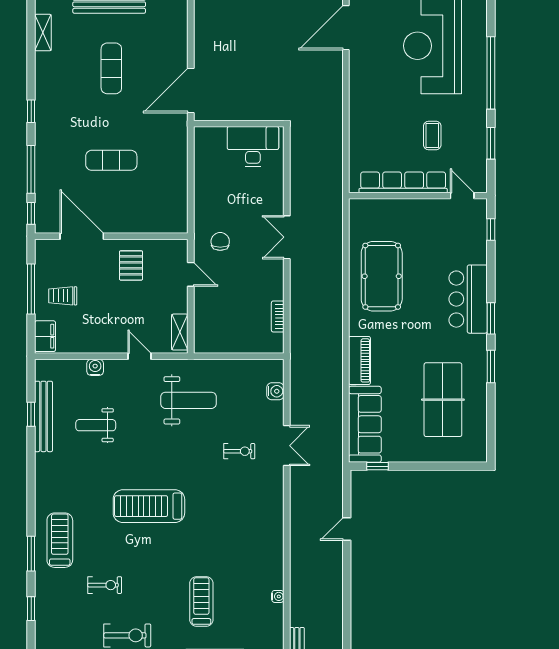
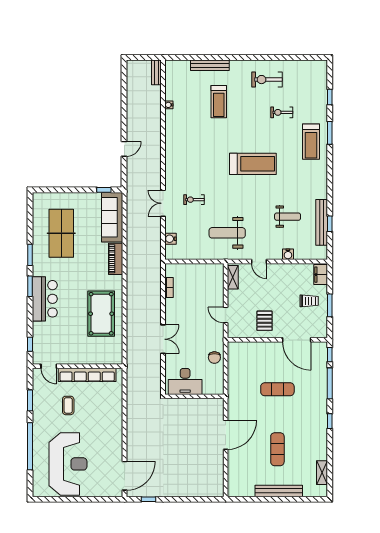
wall: (239, 124) -> (194, 396), moved
desk: (253, 146) -> (185, 381), moved
chair: (220, 241) -> (214, 358), moved
window: (31, 289) -> (330, 305), width x0.69

